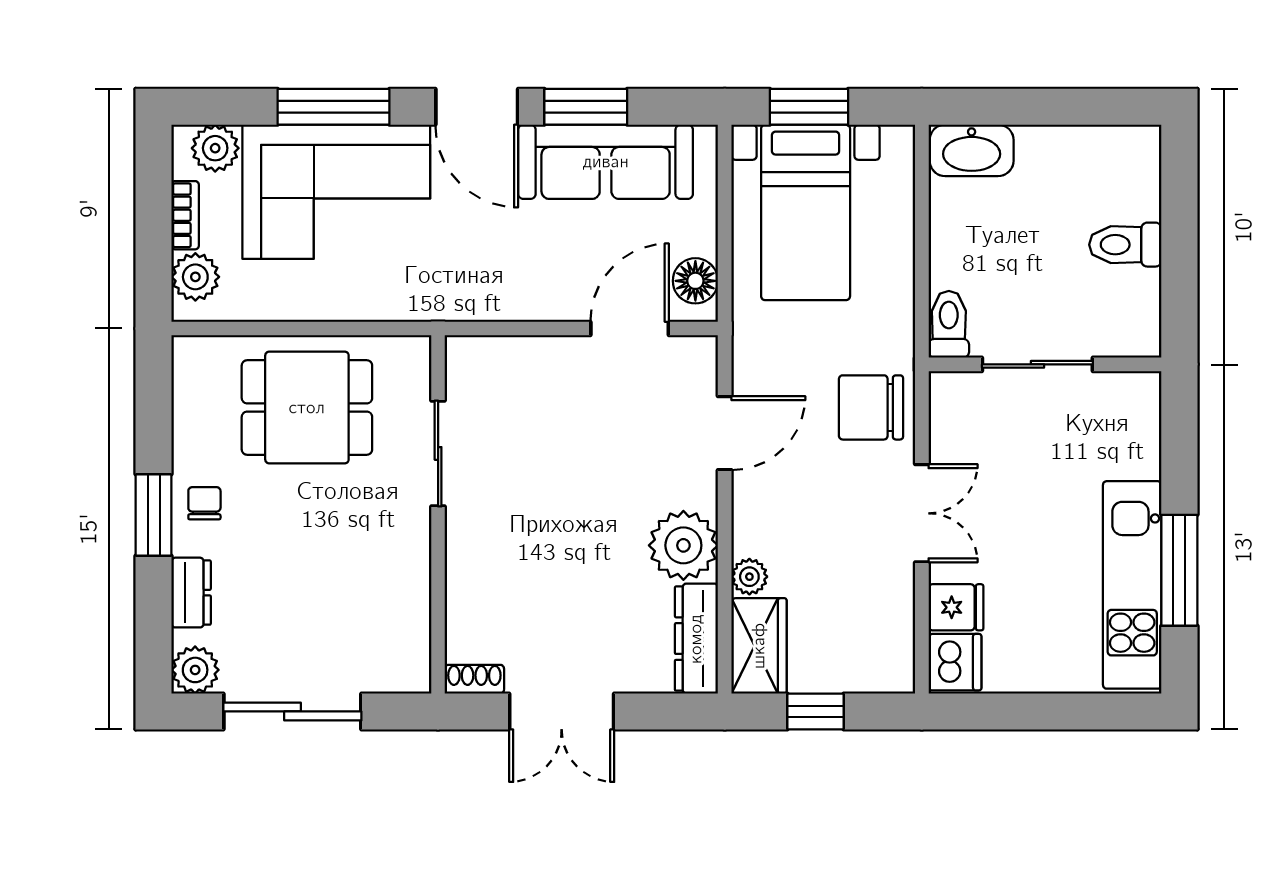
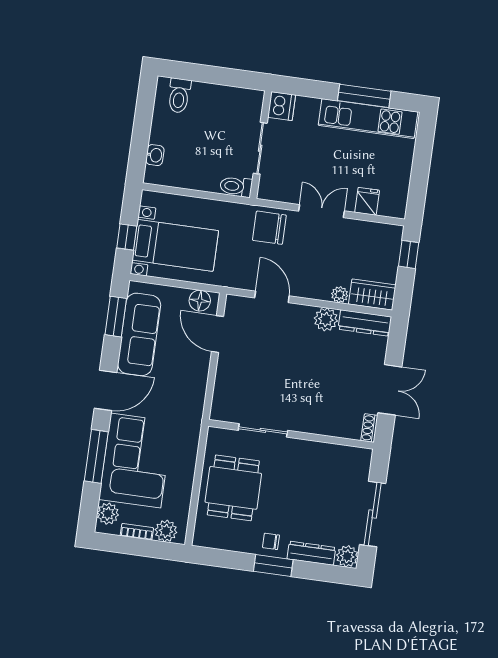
window: (586, 107) -> (116, 317), moved
window: (809, 107) -> (127, 237), width x0.67
washbasin: (972, 150) -> (155, 155), width x0.52, depth x0.69
toilet: (1125, 245) -> (179, 96), moved
chair: (871, 407) -> (269, 228), turned 90
plant: (683, 545) -> (326, 319), width x0.73, depth x0.73
dresser: (191, 593) -> (311, 553), width x1.44
dishwasher: (955, 662) -> (282, 106), moved, turned 90
window: (815, 711) -> (409, 254), moved

